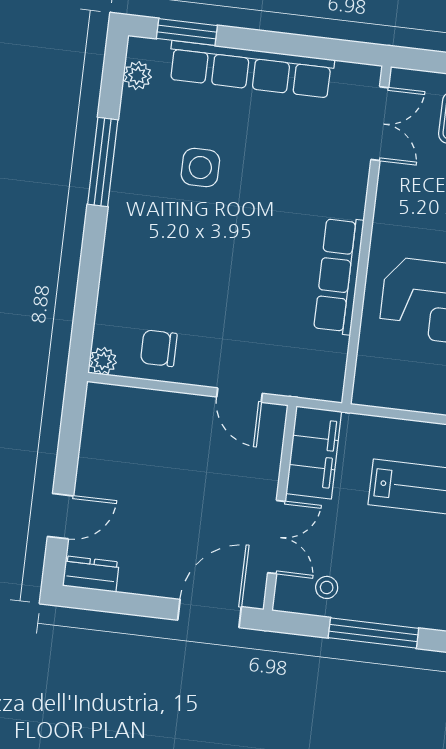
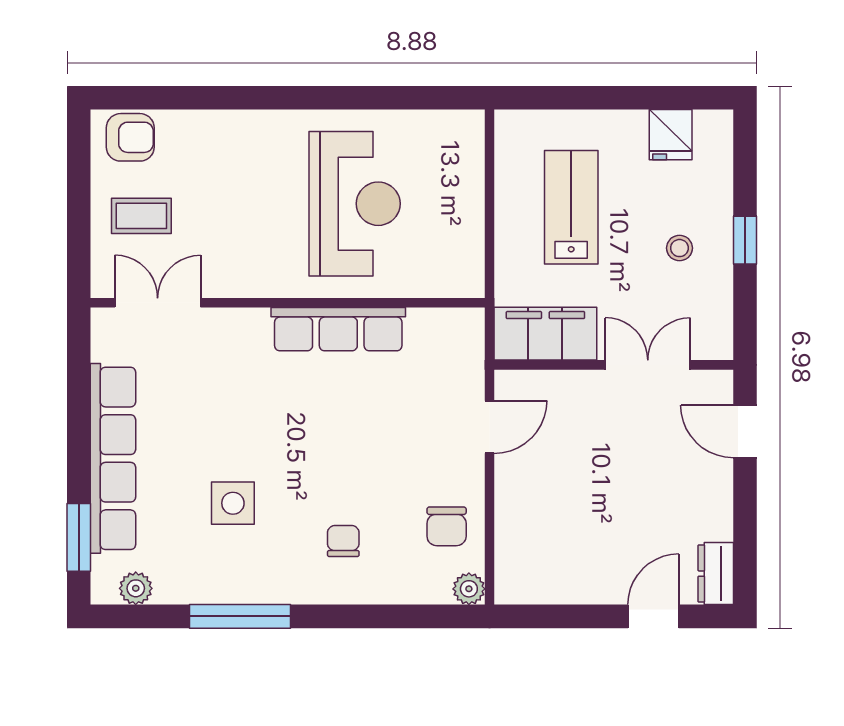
chair: (157, 258) -> (343, 541), added
door: (60, 516) -> (653, 616), hinge flipped
stool: (327, 587) -> (679, 248), moved
door: (209, 613) -> (745, 432), width x0.73
window: (373, 633) -> (745, 240), width x0.46

